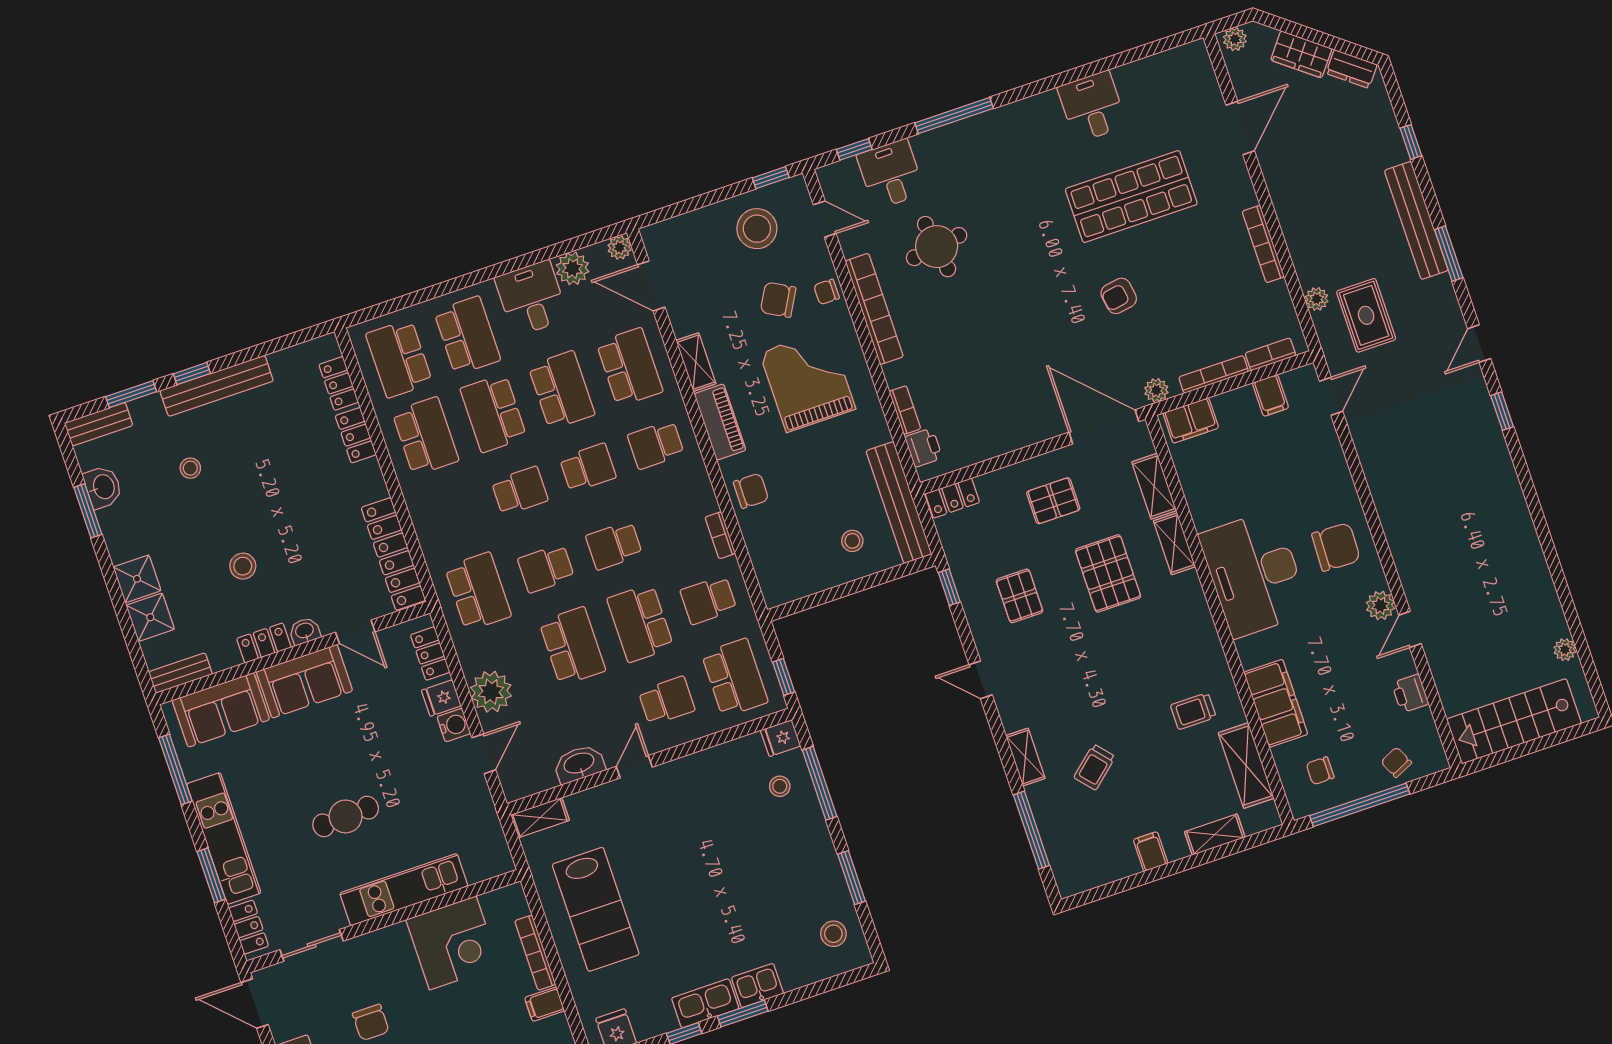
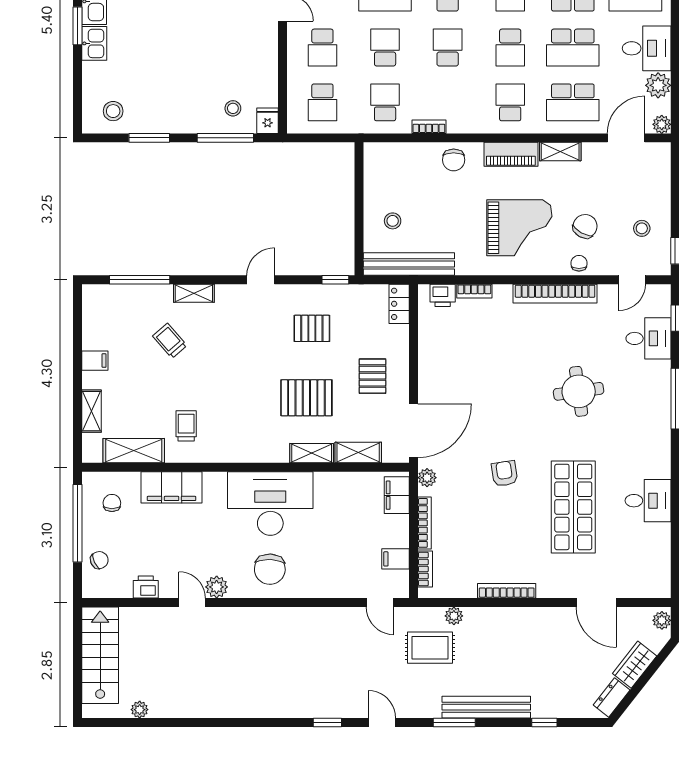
stool: (757, 229) -> (642, 228), width x0.53, depth x0.53
round table: (937, 247) -> (579, 391), moved
school desk: (640, 623) -> (385, 48), width x0.54
window: (784, 677) -> (311, 138), removed
school desk: (735, 678) -> (322, 102), width x0.54

